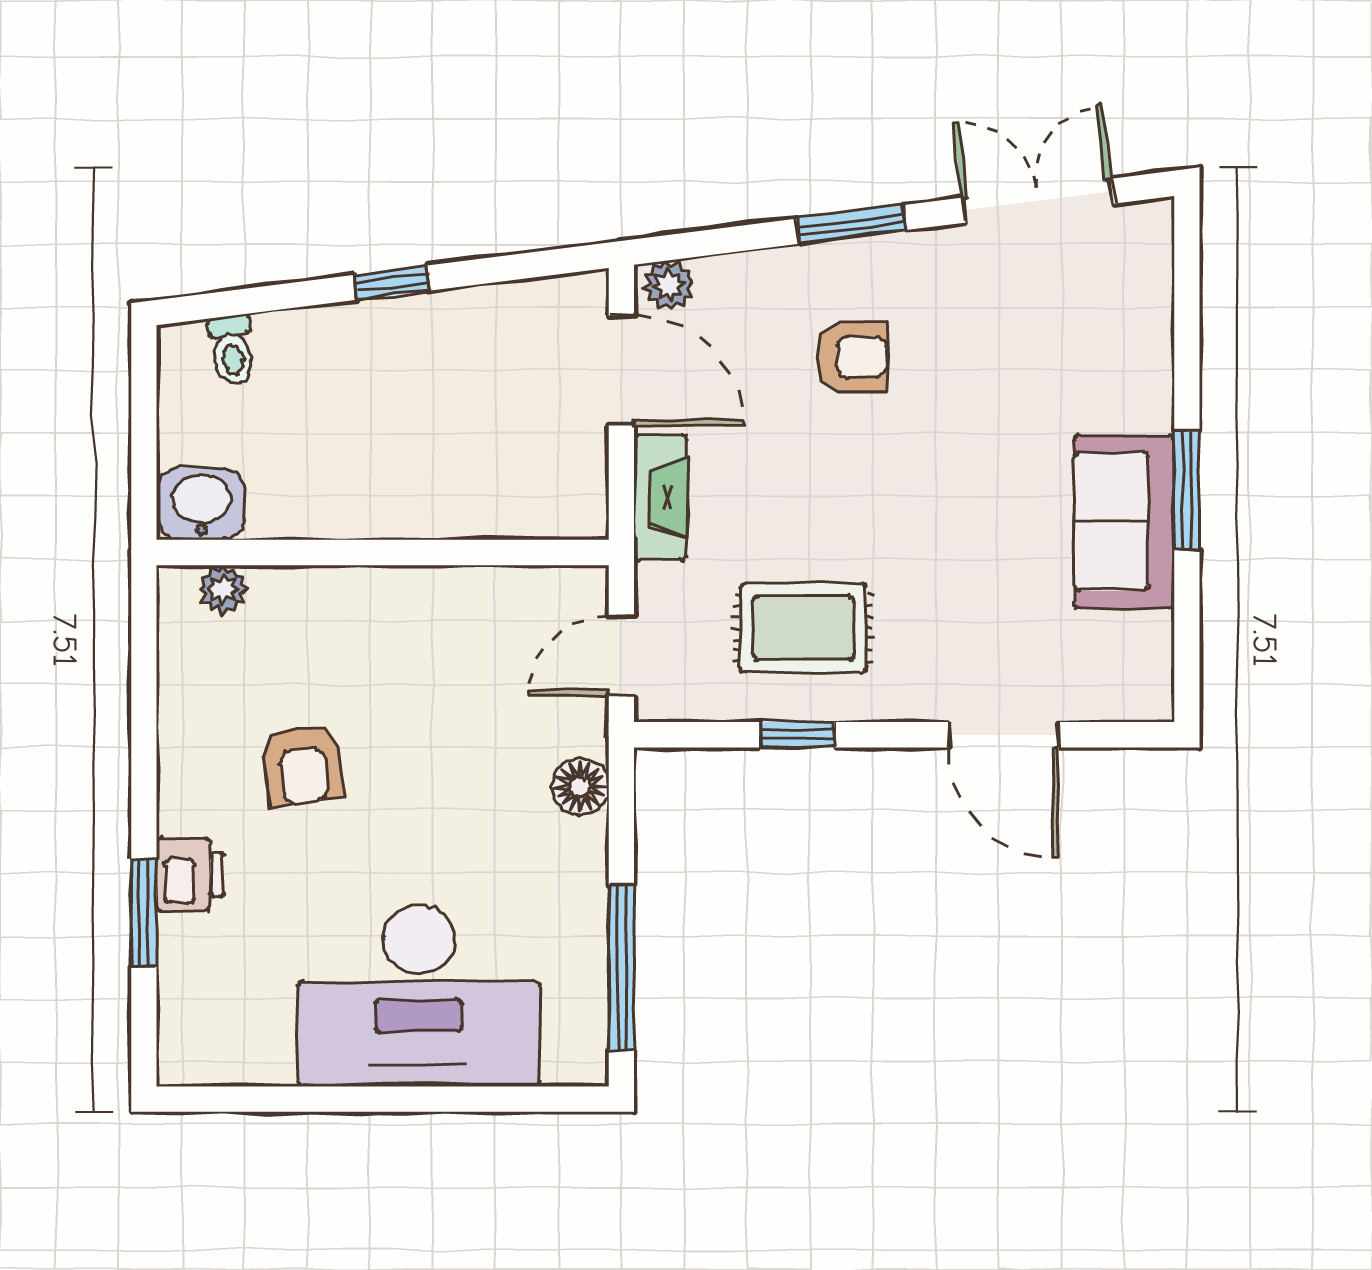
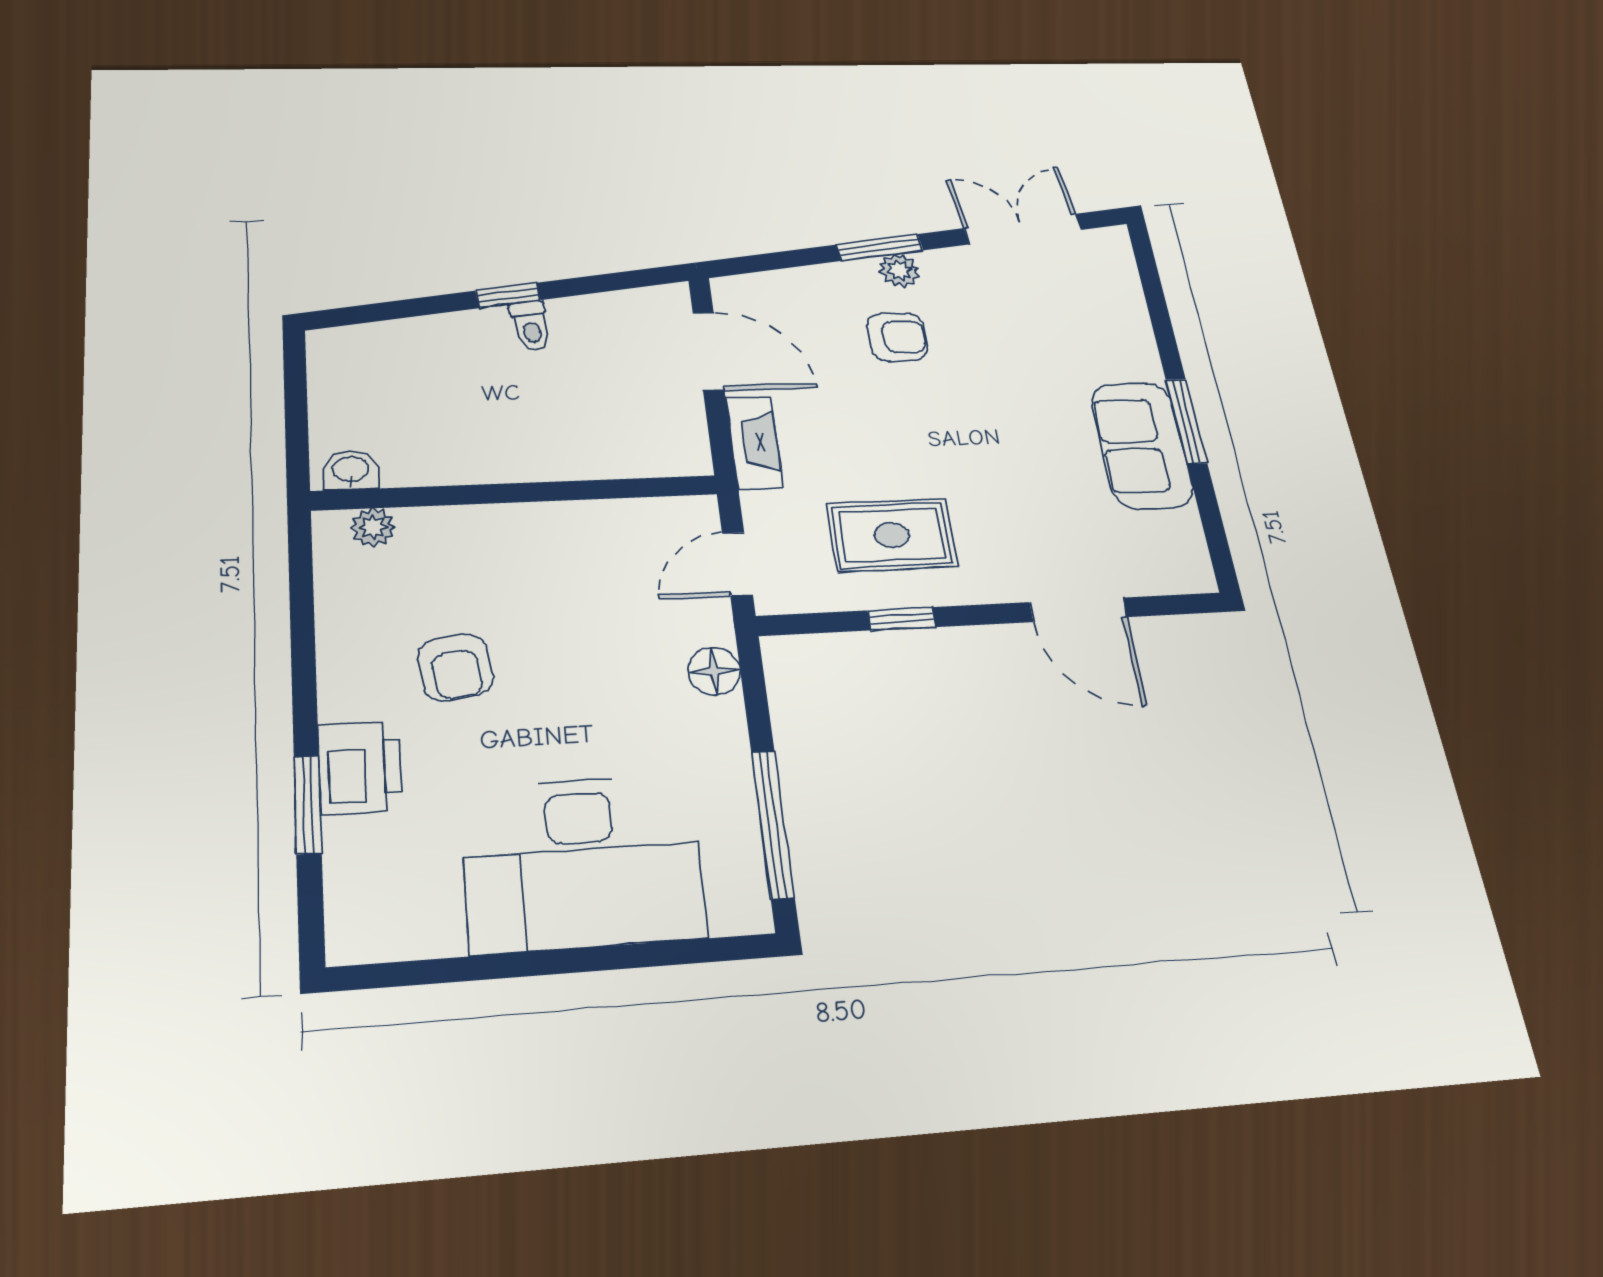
plant: (669, 285) -> (899, 270), moved
toilet: (232, 350) -> (531, 326), moved
washbasin: (201, 504) -> (351, 470), width x0.72, depth x0.69
printer: (190, 875) -> (360, 767), width x1.36, depth x1.24

